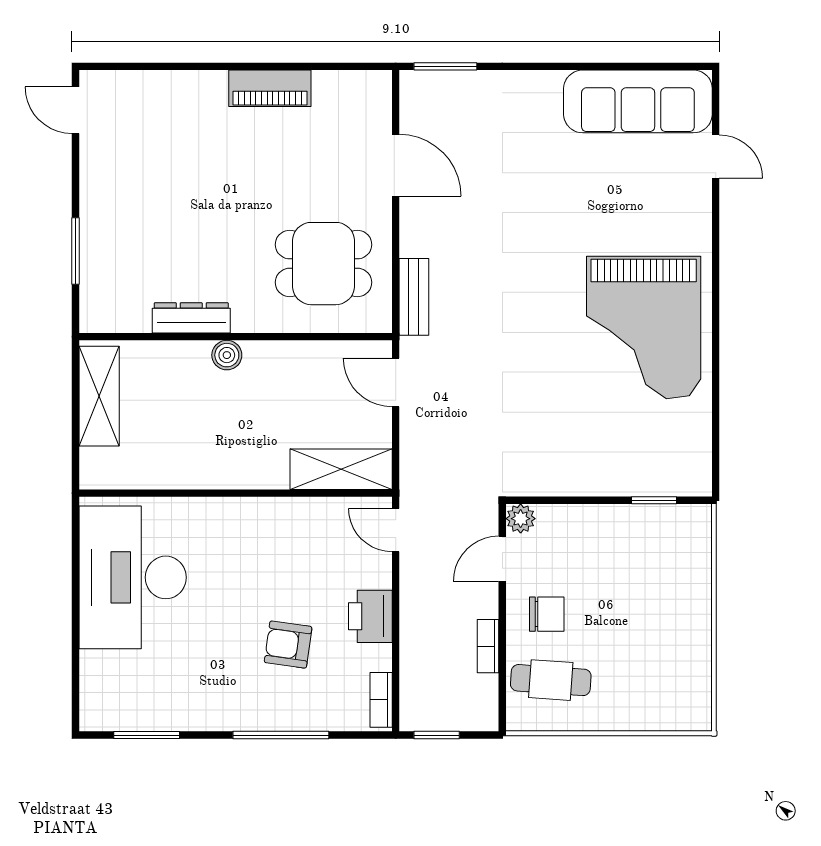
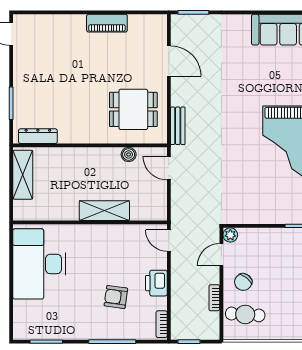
dresser: (191, 318) -> (38, 136), moved
boiler: (227, 355) -> (129, 154), moved
shelving: (341, 469) -> (104, 211), moved
chair: (547, 614) -> (243, 282), turned 128

